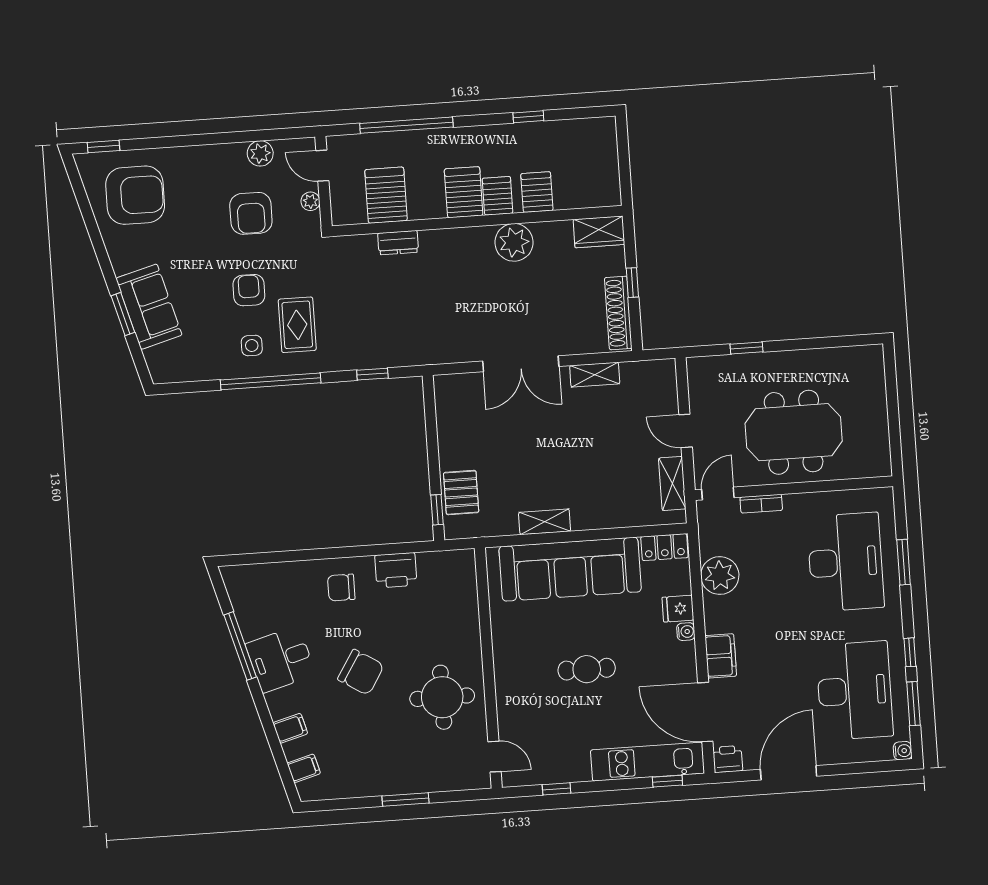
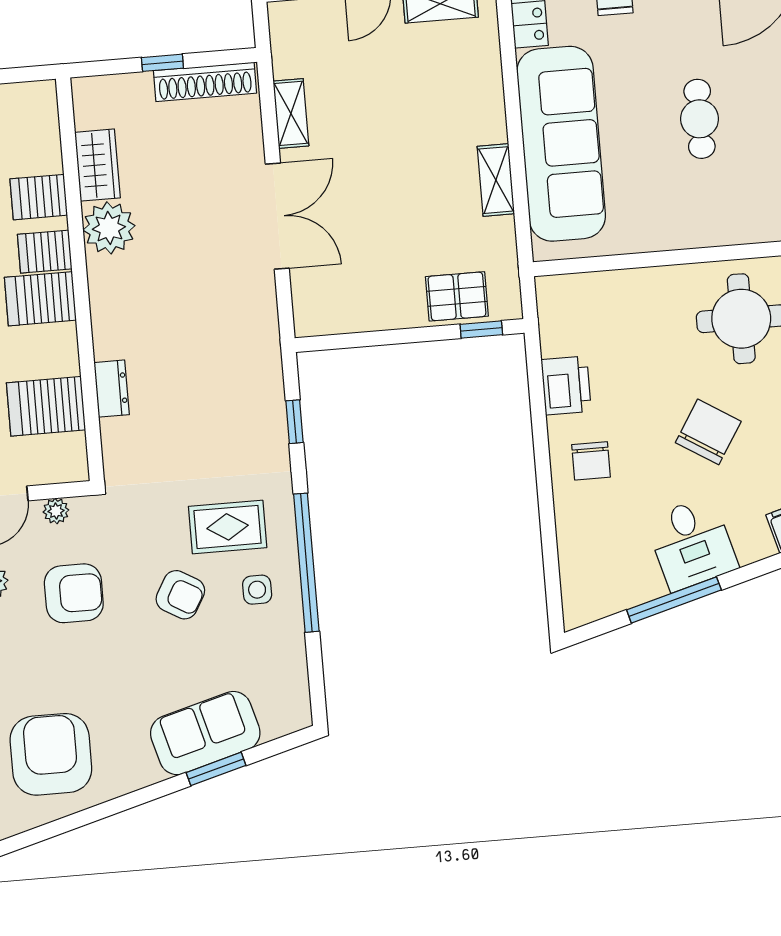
wardrobe: (599, 232) -> (97, 165), moved
armchair: (249, 290) -> (180, 595), turned -150

